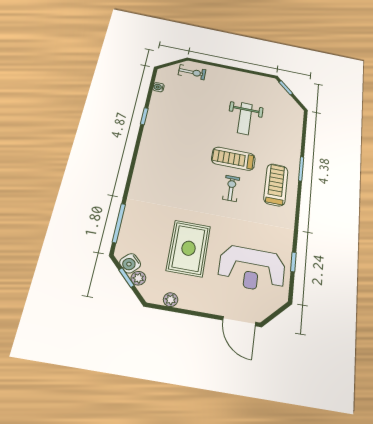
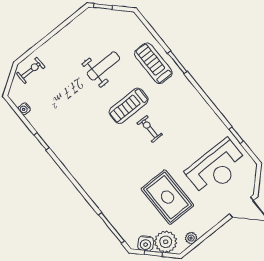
weight bench: (245, 119) -> (103, 66), turned -90
treadmill: (276, 185) -> (153, 63), moved
plant: (138, 278) -> (166, 242), width x1.87, depth x1.87

